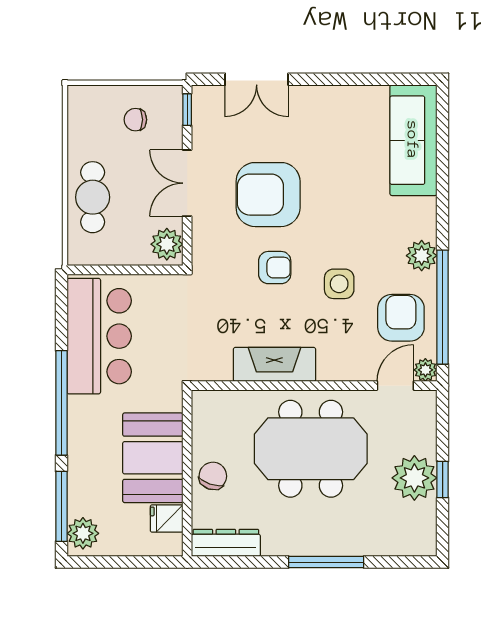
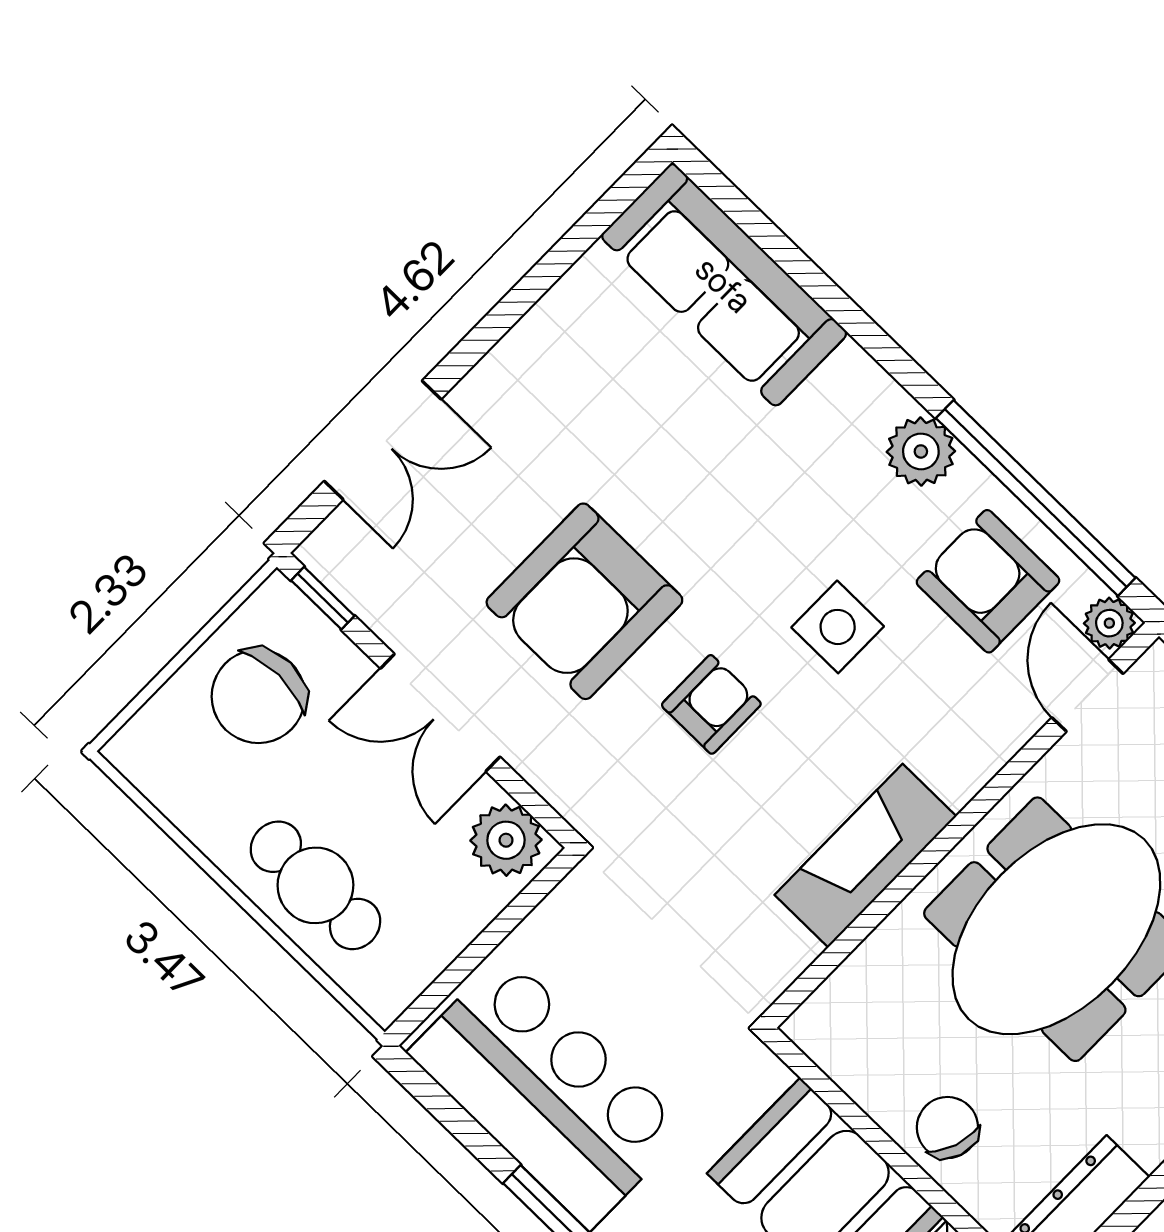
chair: (135, 120) -> (258, 696), width x1.87, depth x1.87

